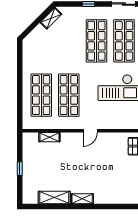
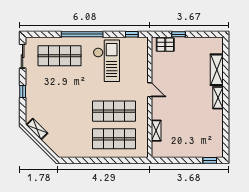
shop shelf: (96, 41) -> (60, 83), removed
window: (20, 169) -> (210, 160), moved
shelving: (54, 197) -> (217, 70), moved

